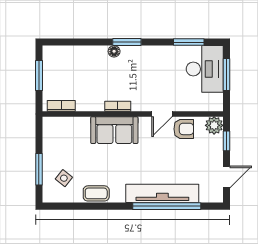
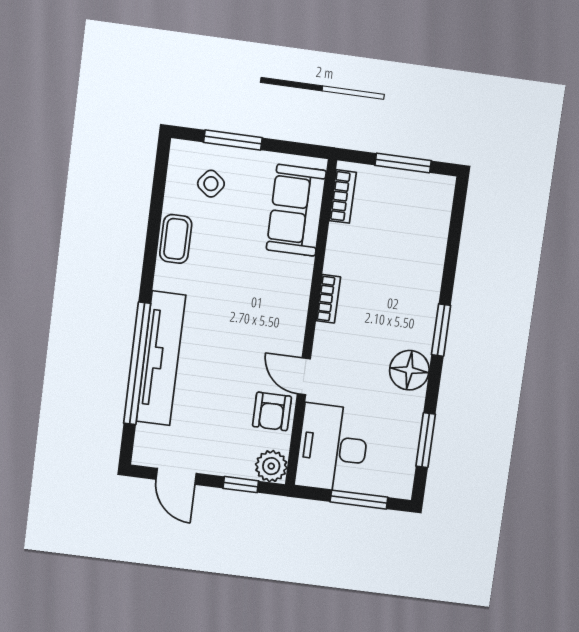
floor lamp: (114, 51) -> (409, 370), moved, width x1.89, depth x1.89
desk: (205, 69) -> (332, 448), moved, turned 90
sofa: (114, 130) -> (296, 210), moved

